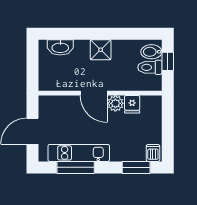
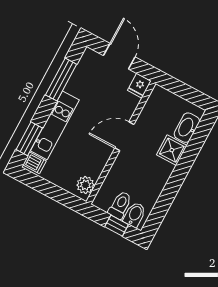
shower: (101, 50) -> (172, 150), moved
plant: (115, 103) -> (85, 185), moved
fridge: (132, 104) -> (139, 86), moved, turned -90
kitchen unit: (79, 153) -> (55, 125), moved

